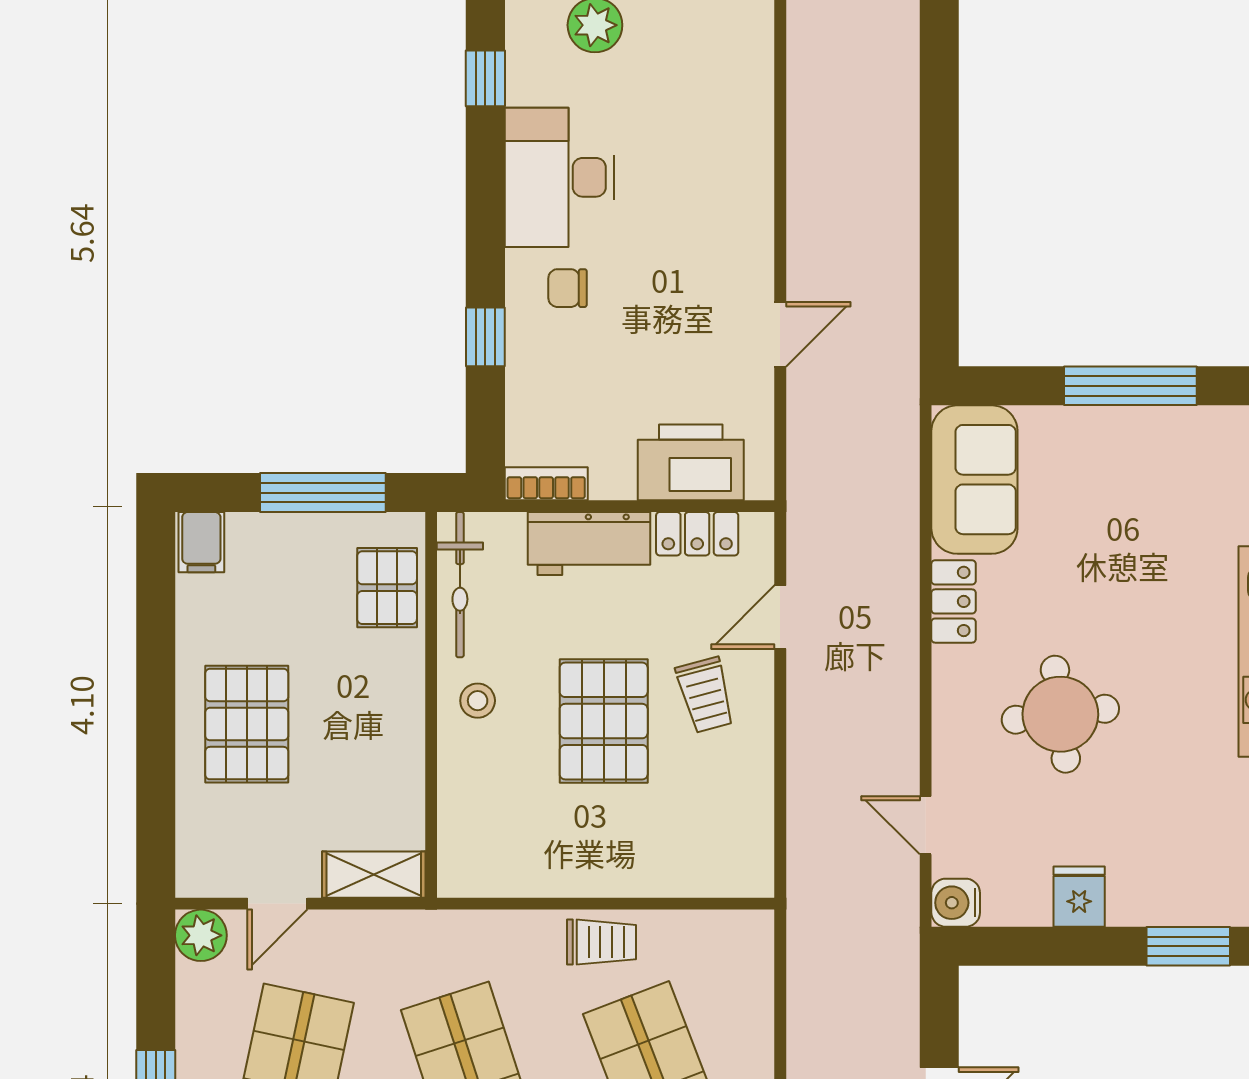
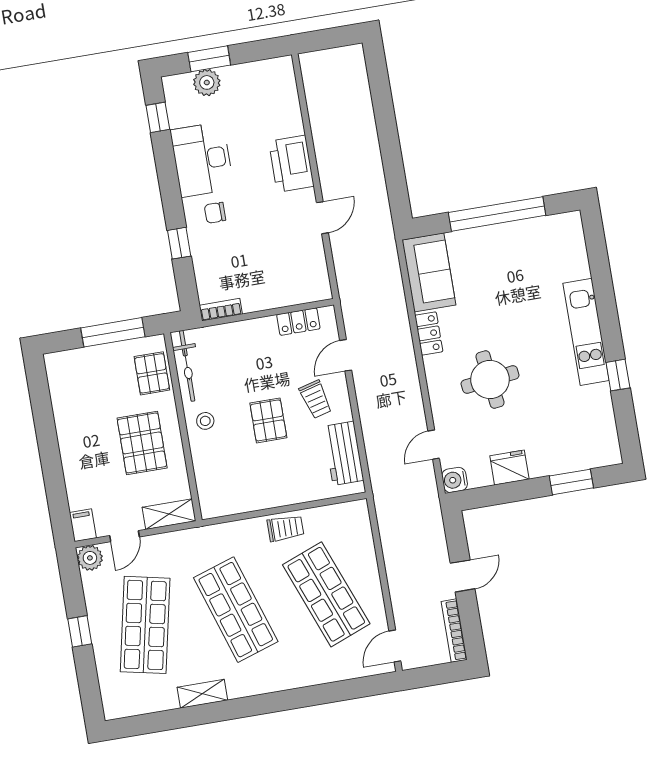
window: (1130, 386) -> (497, 214), width x1.46
printer: (691, 462) -> (291, 164), moved, turned -90
filing cabinet: (201, 542) -> (83, 525), moved, turned 180
workbench: (589, 543) -> (344, 453), moved, turned 90
pallet: (604, 721) -> (268, 420), width x0.67, depth x0.71
pallet: (247, 724) -> (142, 443), moved
door: (926, 825) -> (434, 445), hinge flipped
fridge: (1079, 897) -> (509, 468), width x1.38

